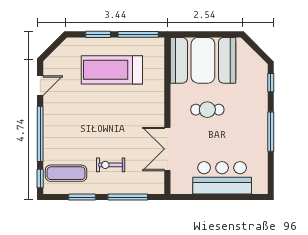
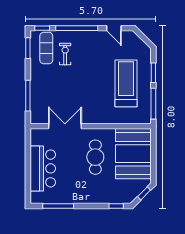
window: (254, 47) -> (144, 193), added
cafe table: (207, 110) -> (95, 157), width x1.37, depth x1.35
window: (271, 132) -> (58, 206), moved
exercise bike: (111, 165) -> (65, 54), moved
window: (82, 197) -> (28, 48), moved

